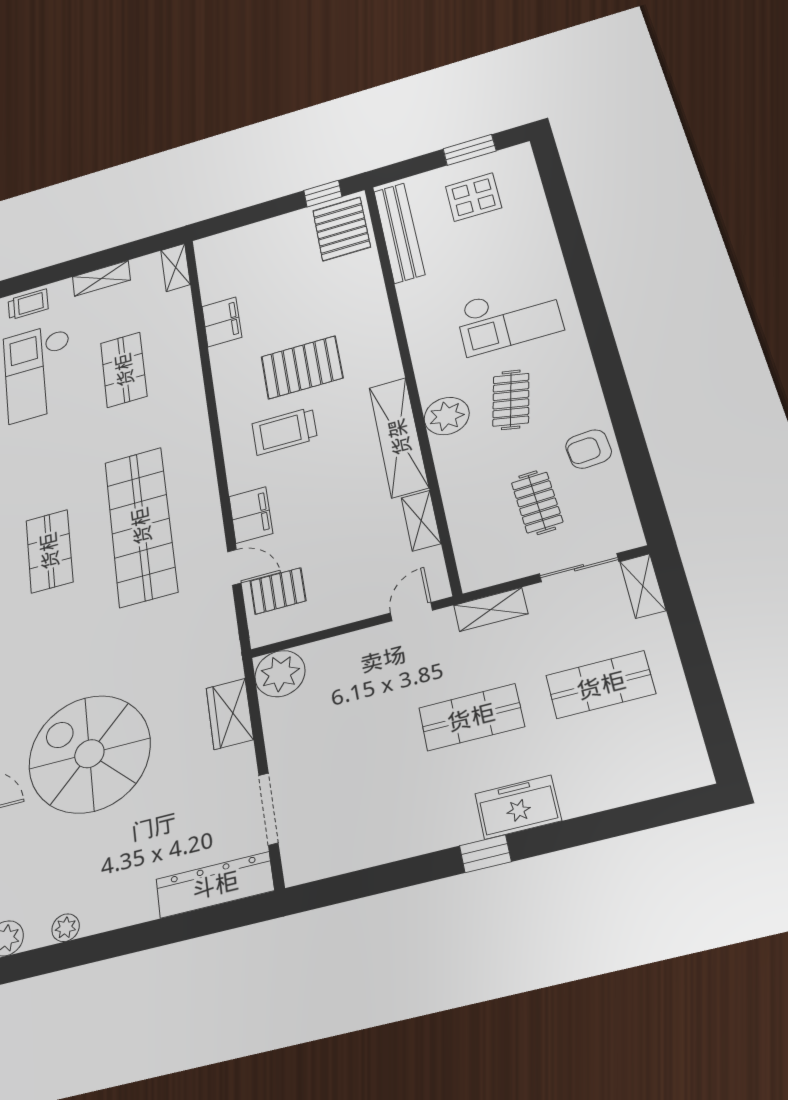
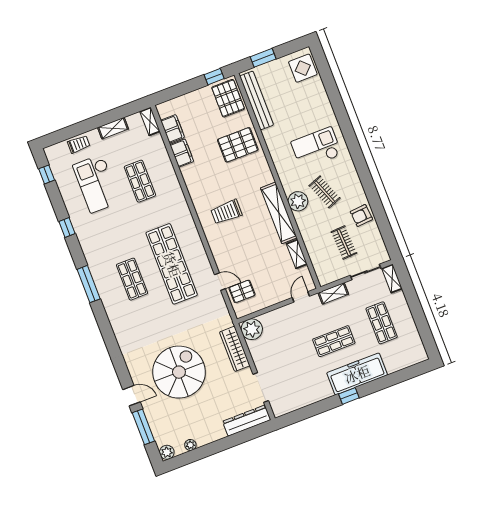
window: (470, 150) -> (263, 58), moved
display table: (474, 197) -> (303, 68), moved
checkout: (509, 317) -> (316, 148), turned 180
pallet: (302, 367) -> (238, 145), moved
clothes rail: (511, 400) -> (325, 192), turned -33
filing cabinet: (251, 515) -> (172, 129), moved
shop shelf: (601, 685) -> (382, 323), turned 90
wardrobe: (230, 714) -> (235, 349), width x1.50
spiral stairs: (89, 754) -> (179, 372), turned 90
freezer: (518, 807) -> (357, 374), width x1.91, depth x1.26

